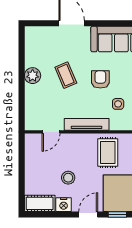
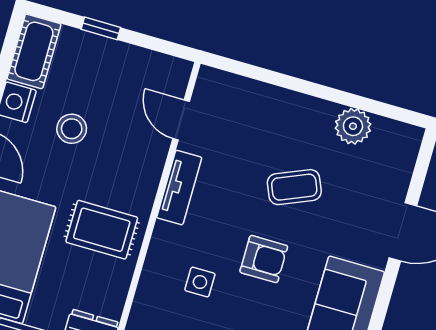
plant: (33, 76) -> (353, 126), moved
tv unit: (87, 124) -> (179, 188), width x0.71
window: (22, 178) -> (101, 28), added

